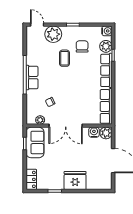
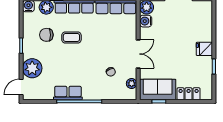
coffee table: (64, 58) -> (71, 37), moved
row of seats: (32, 78) -> (68, 93), moved
double door: (66, 126) -> (138, 54), width x0.73
locker: (31, 179) -> (189, 94), moved
fridge: (75, 181) -> (204, 49), width x0.53, depth x0.75

